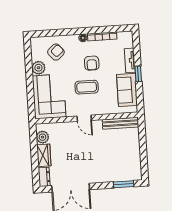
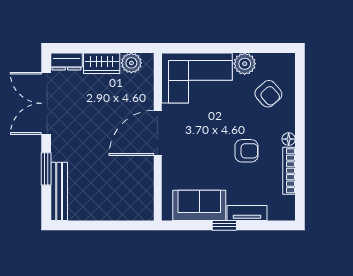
armchair: (92, 63) -> (247, 151), turned 180
coffee table: (87, 87) -> (208, 140), removed
door: (84, 118) -> (158, 133), width x1.88
bench: (121, 123) -> (59, 191), moved
window: (124, 184) -> (46, 169), moved

